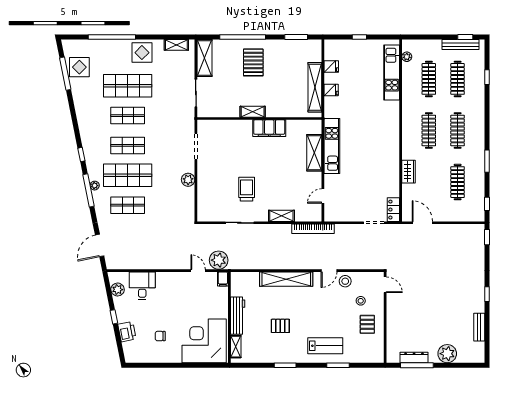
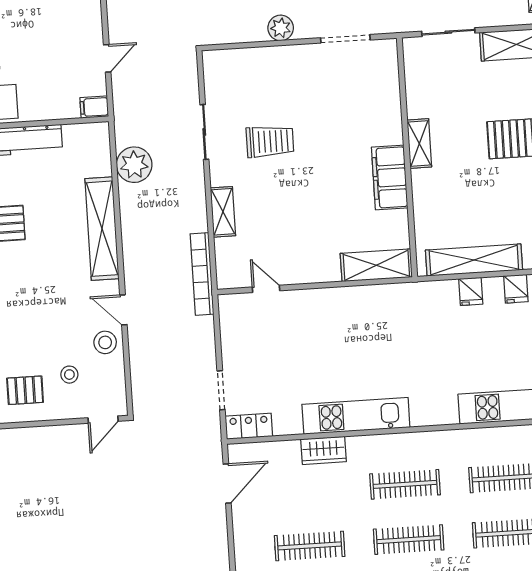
kitchen unit: (332, 146) -> (356, 416), moved, turned 180
shelving: (314, 153) -> (376, 265), moved
plant: (219, 260) -> (134, 165), moved

